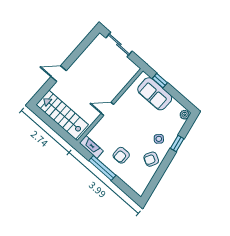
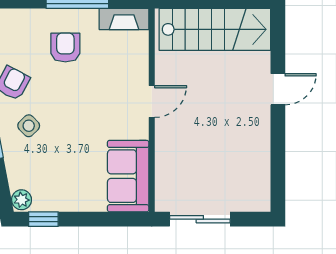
sliding door: (119, 45) -> (200, 219), moved
window: (160, 81) -> (43, 219), moved
sofa: (155, 94) -> (128, 176), moved, turned -90

